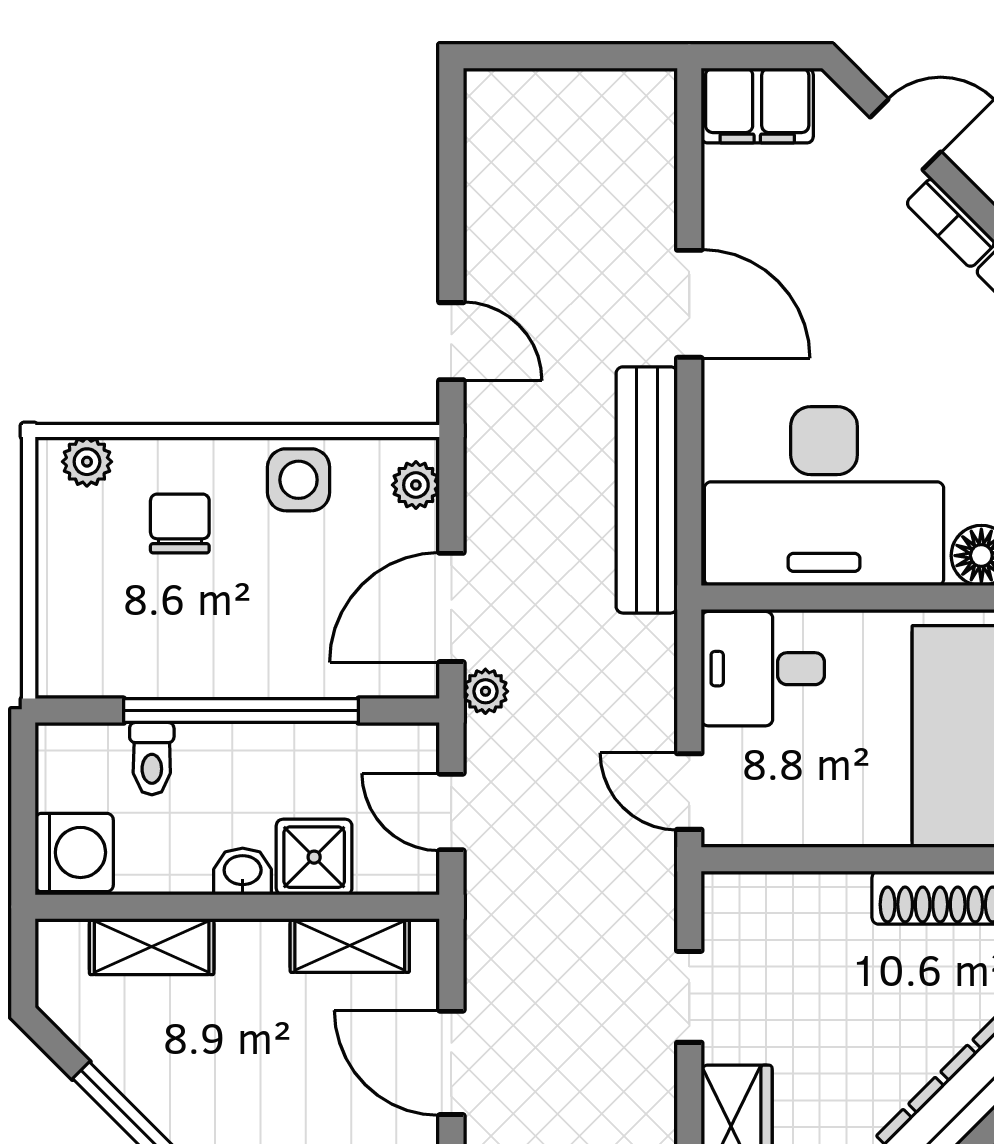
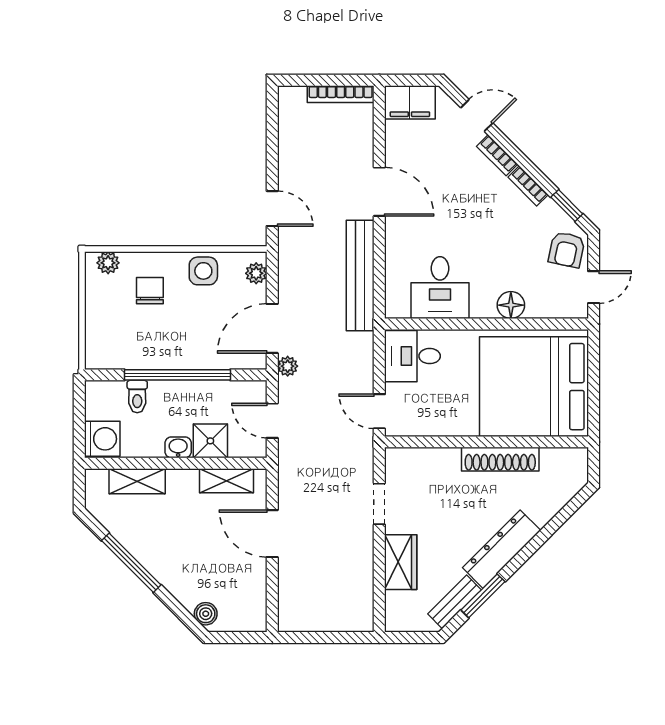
bookcase: (603, 87) -> (341, 94), added
desk: (824, 496) -> (440, 288), width x0.53, depth x0.77

